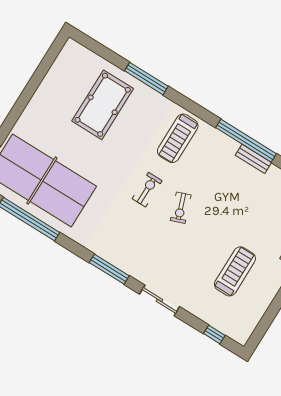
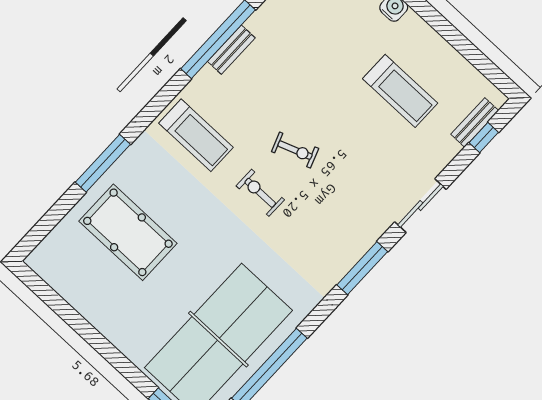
bench: (253, 159) -> (231, 50), moved
treadmill: (235, 271) -> (400, 91), turned 180
bench: (223, 326) -> (475, 122), added

